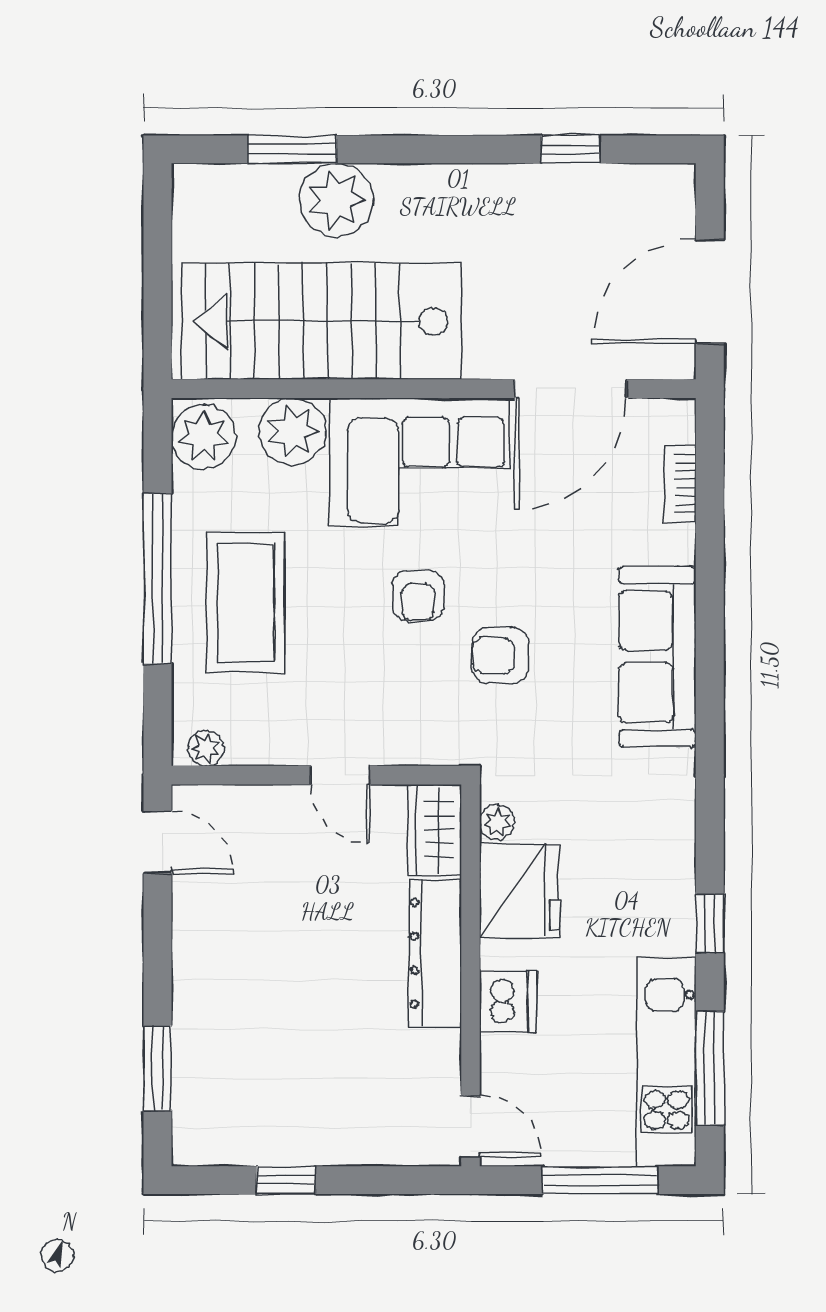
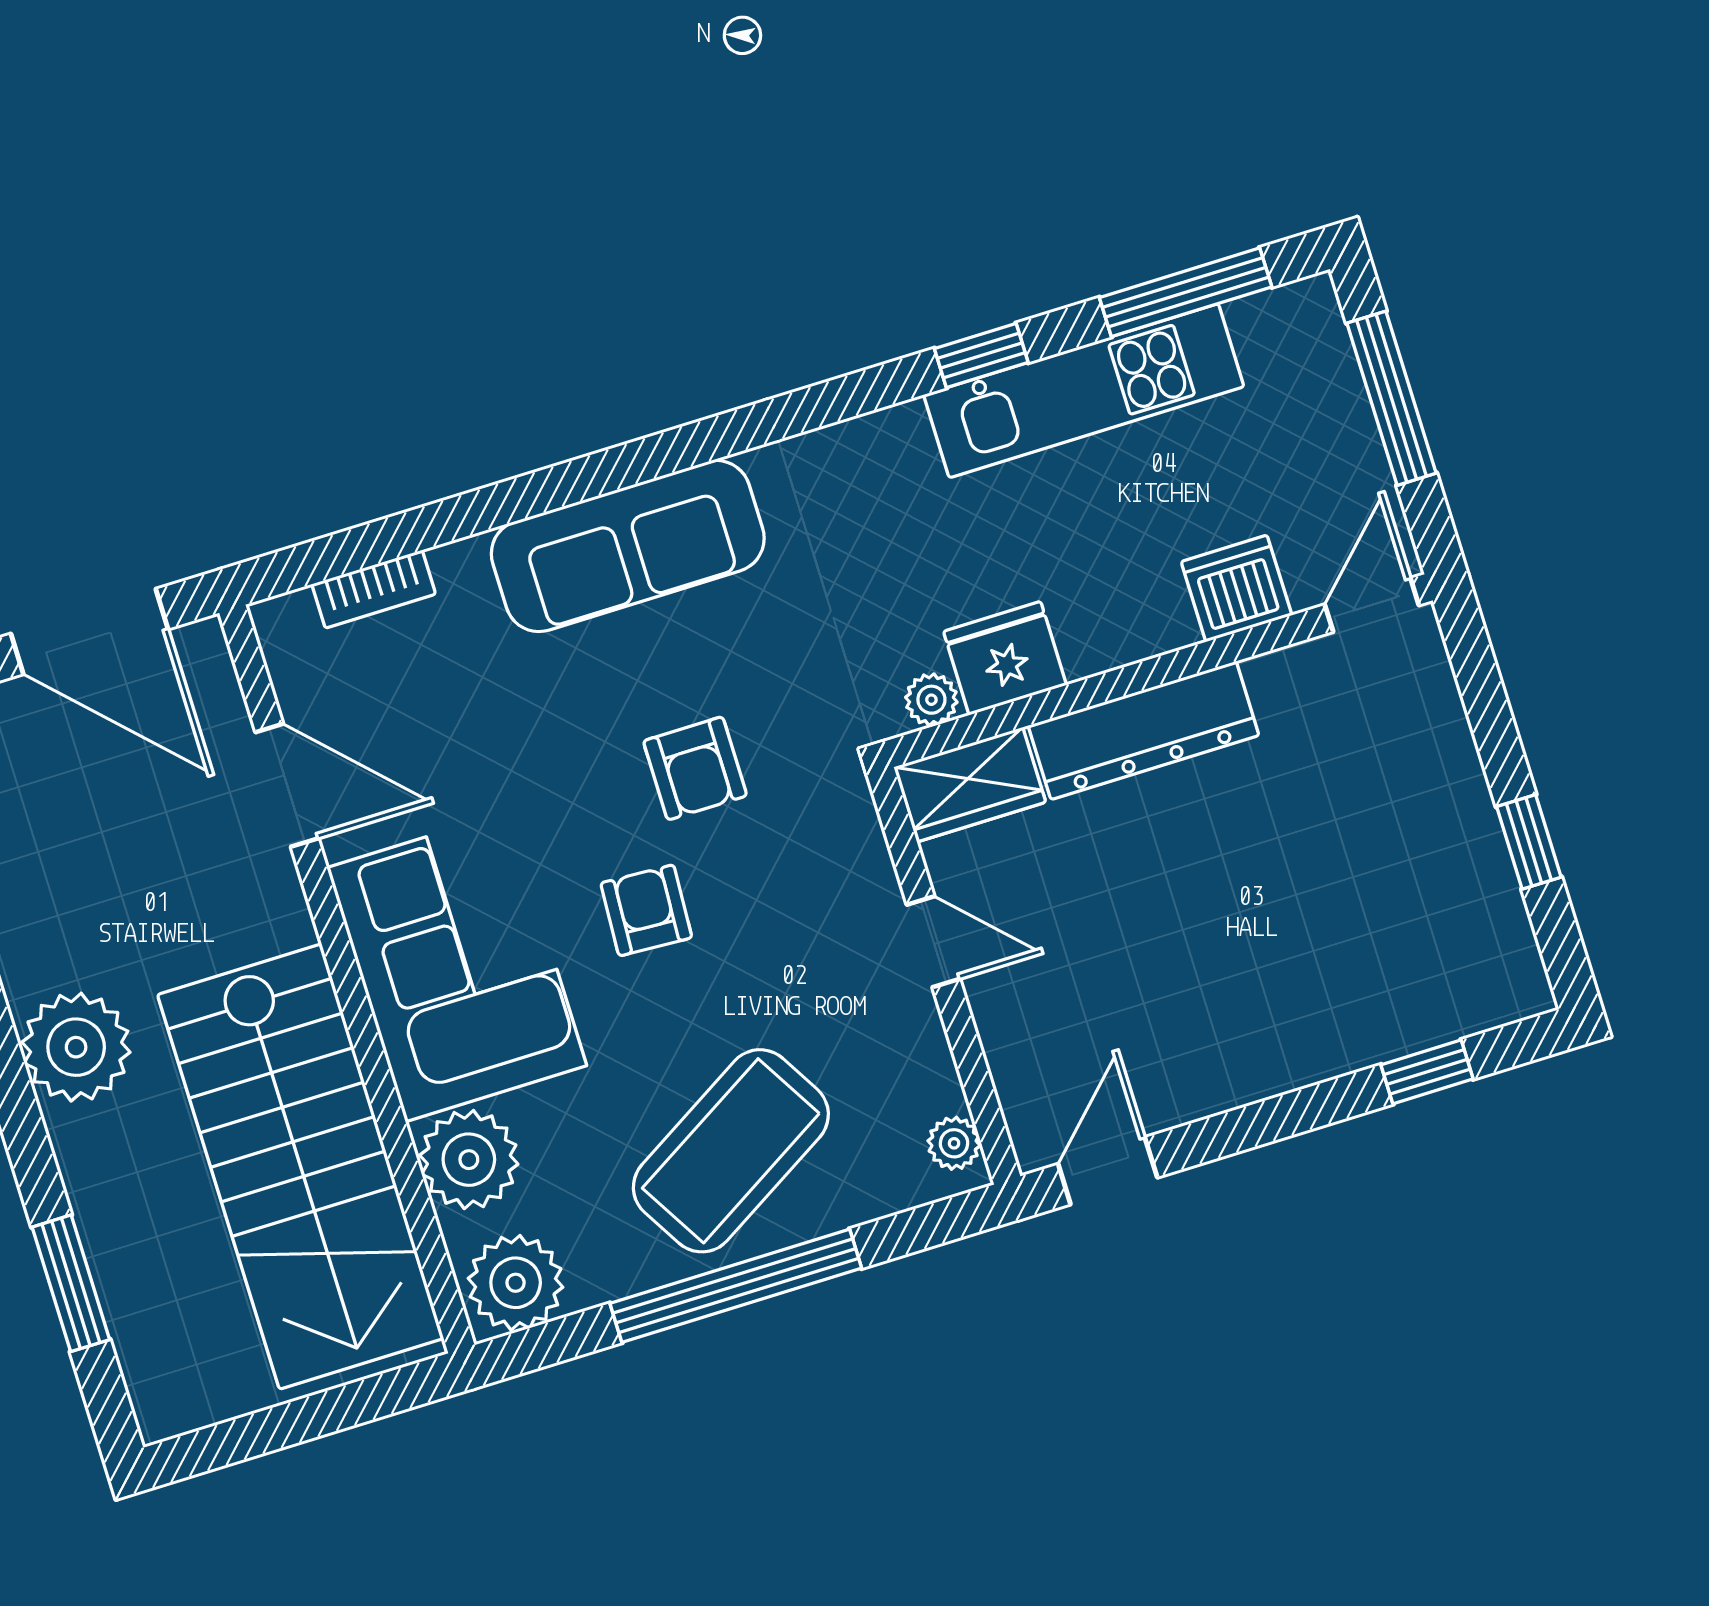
plant: (336, 200) -> (76, 1047), moved
door: (571, 389) -> (287, 785), width x0.73
armchair: (418, 596) -> (646, 910), turned -87
coffee table: (246, 602) -> (731, 1151), turned -31
door: (340, 775) -> (933, 942), hinge flipped
fridge: (519, 891) -> (1005, 658), width x0.73, depth x0.75
dishwasher: (508, 1002) -> (1236, 588), moved
kitchen unit: (667, 1062) -> (1084, 391), moved
window: (158, 1068) -> (1427, 1072), width x0.67

